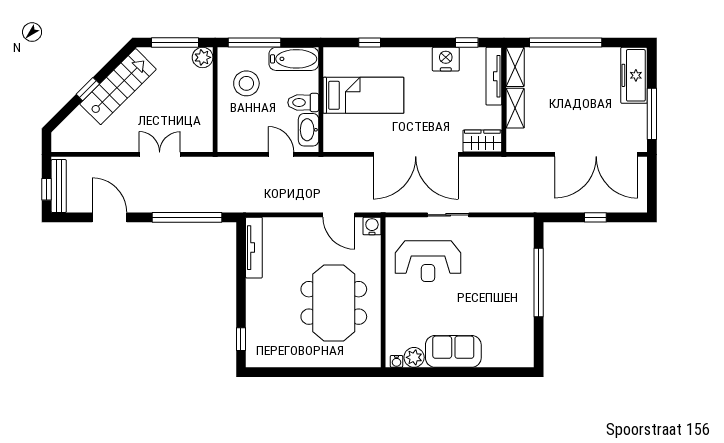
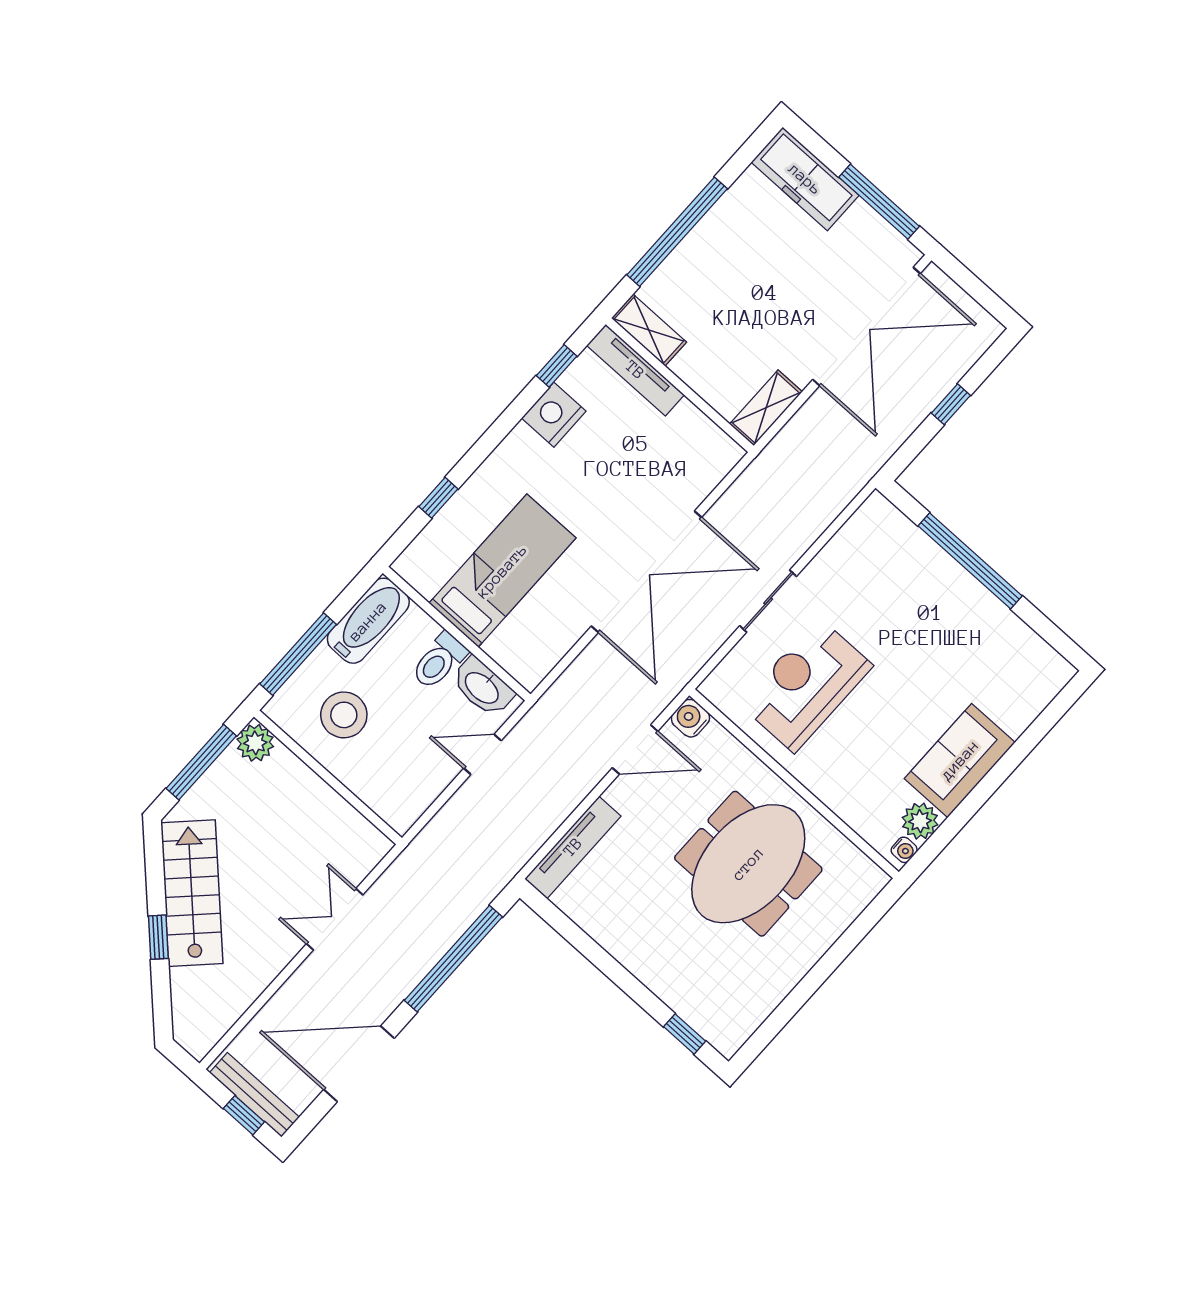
shelving: (515, 108) -> (766, 408), moved, turned 90
wardrobe: (482, 141) -> (710, 465), removed
door: (110, 217) -> (359, 1064), width x1.36
tv unit: (254, 248) -> (573, 847), moved, turned 90
reception desk: (428, 261) -> (806, 685), turned 180
meeting table: (334, 303) -> (748, 864), turned 90

